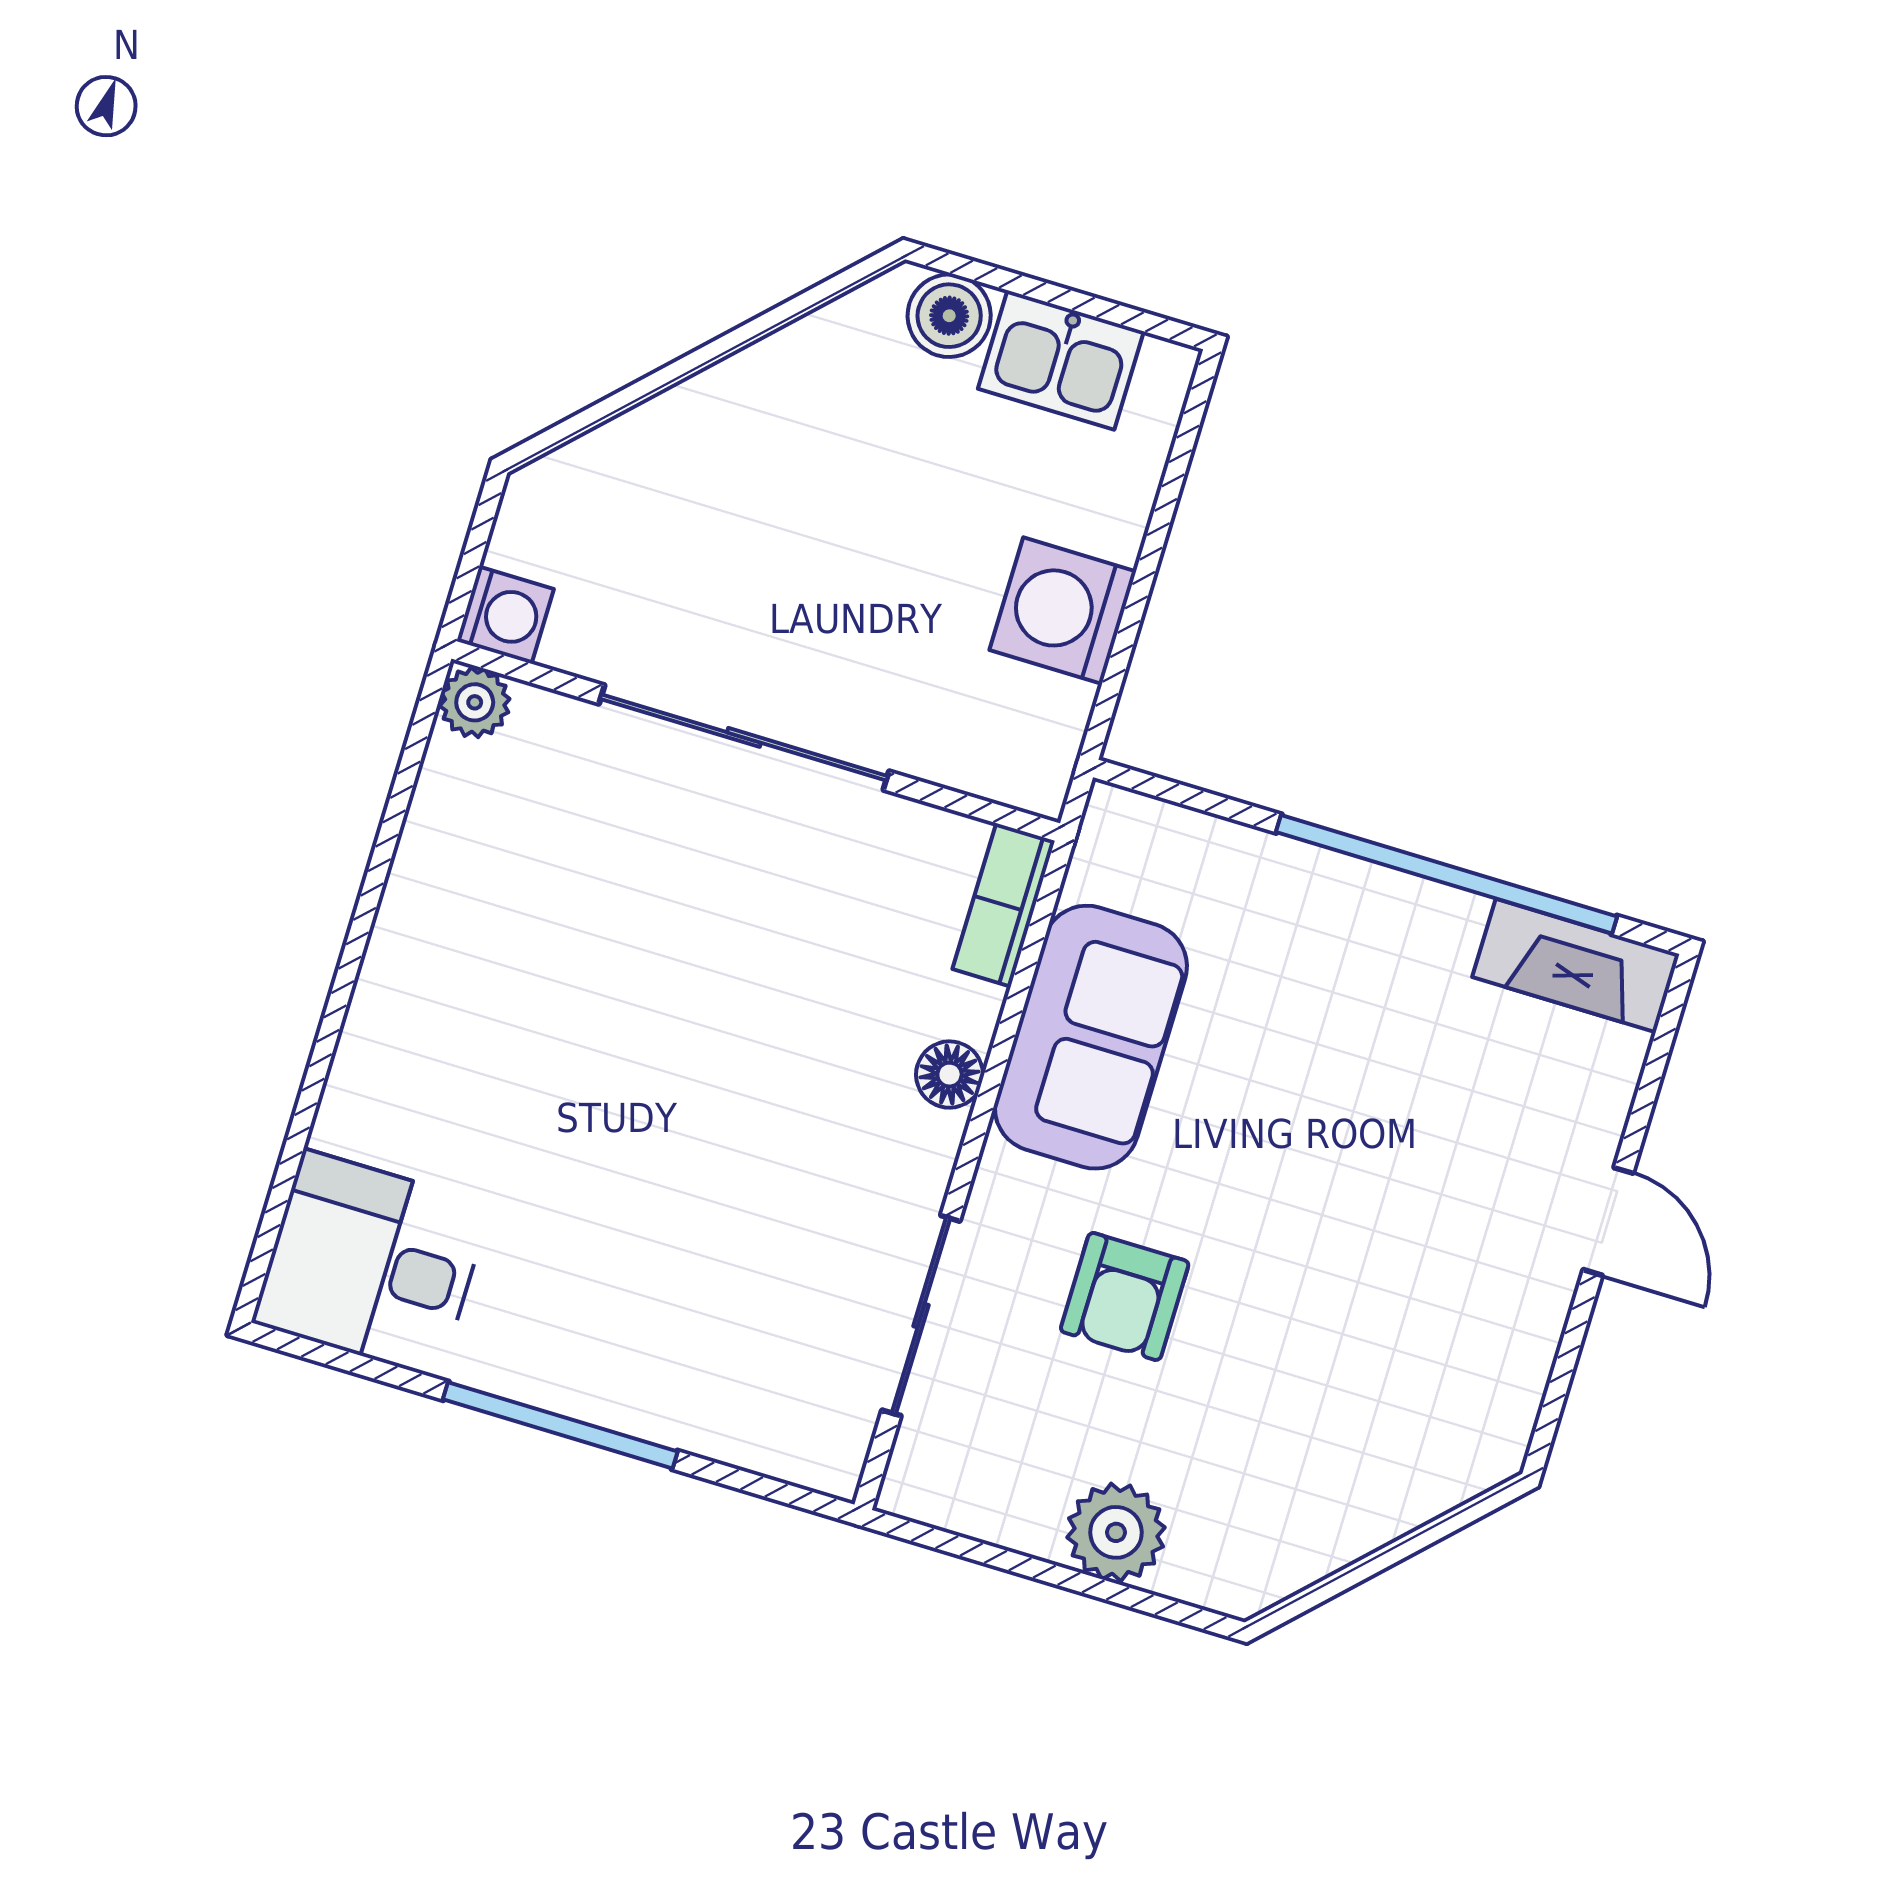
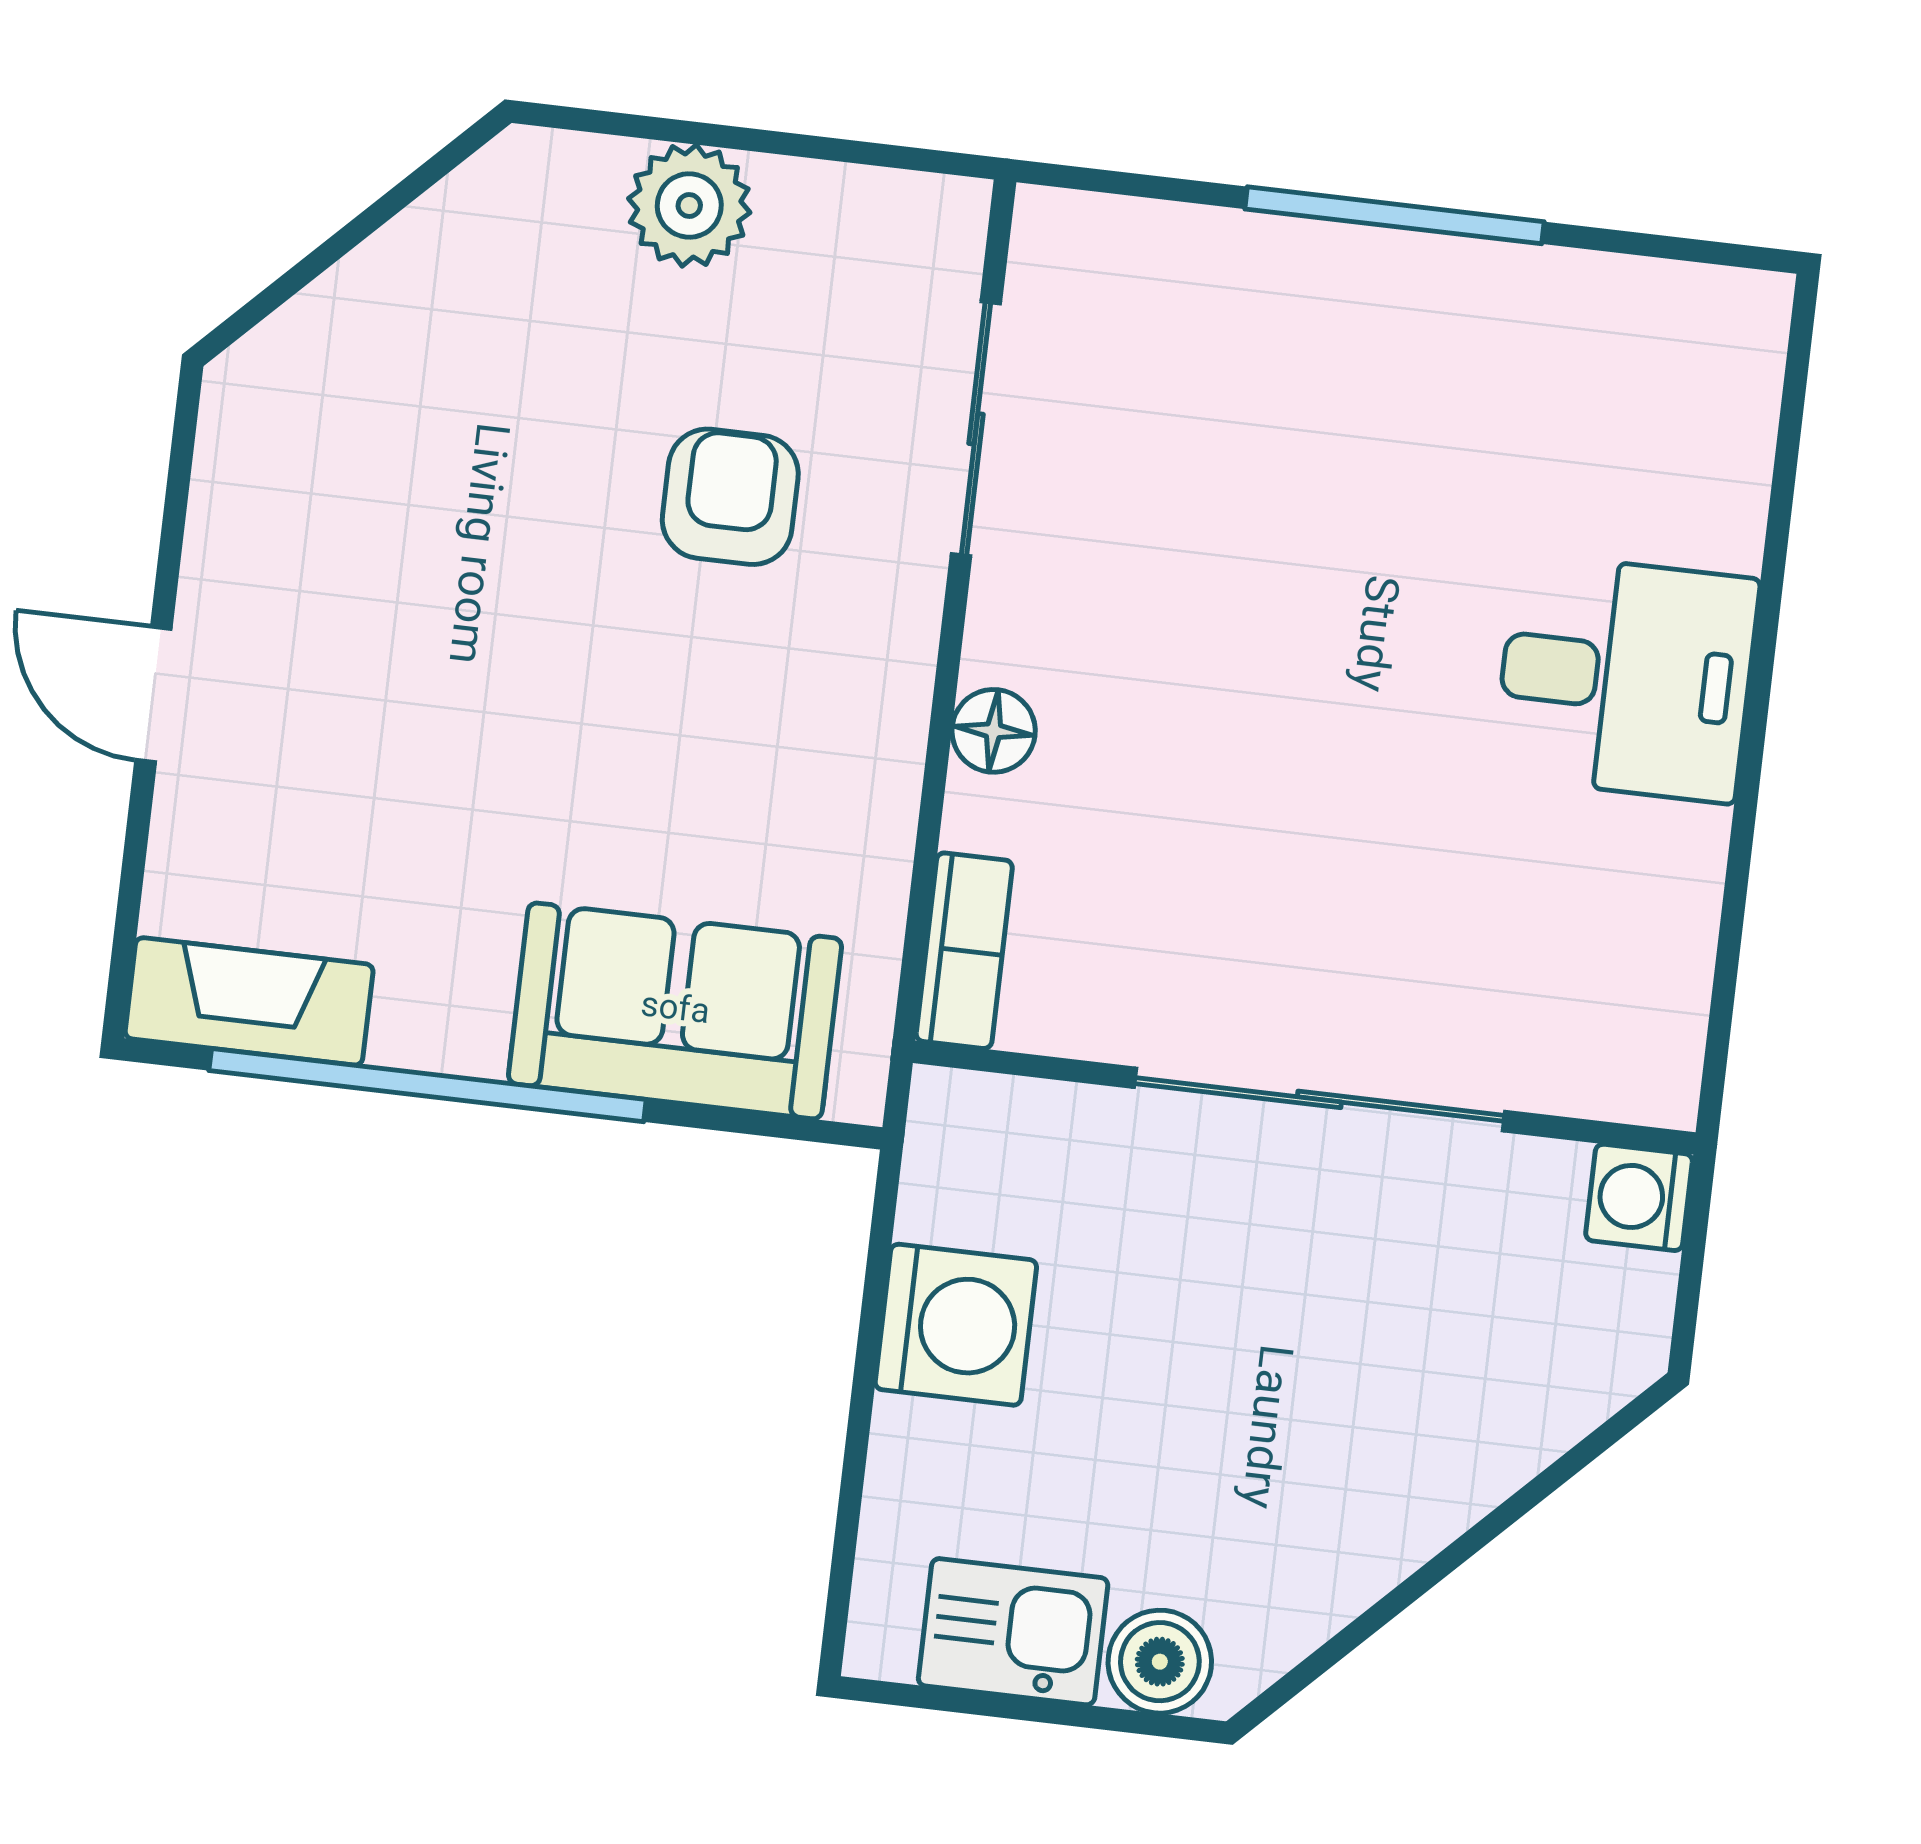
plant: (475, 702) -> (1657, 1084), removed
sofa: (1091, 1037) -> (675, 1011), moved, turned 90
desk: (371, 1264) -> (1626, 678), moved

